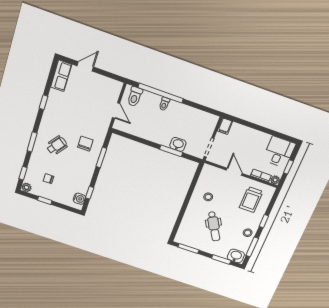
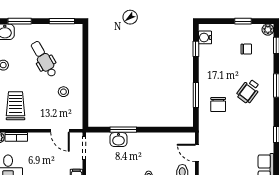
door: (234, 172) -> (60, 131), moved

